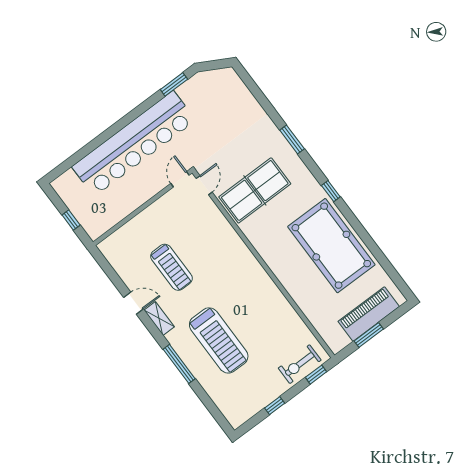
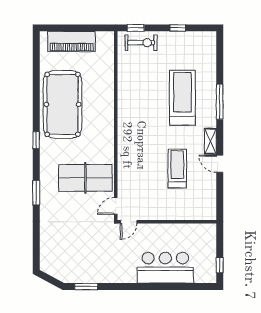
bar counter: (134, 144) -> (165, 268), width x0.54
window: (71, 220) -> (220, 265), moved
window: (369, 335) -> (82, 28), removed

